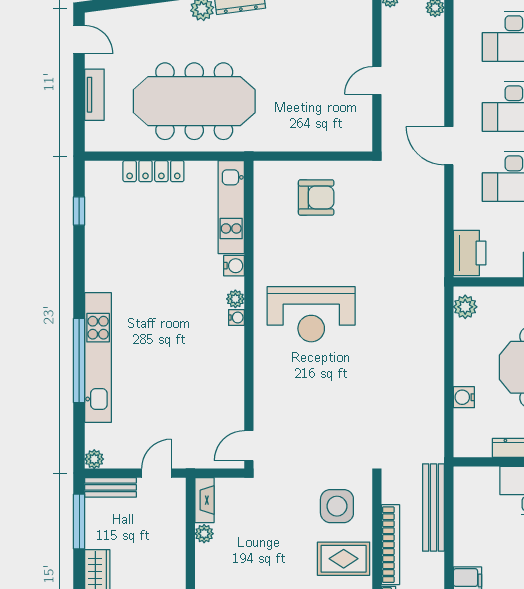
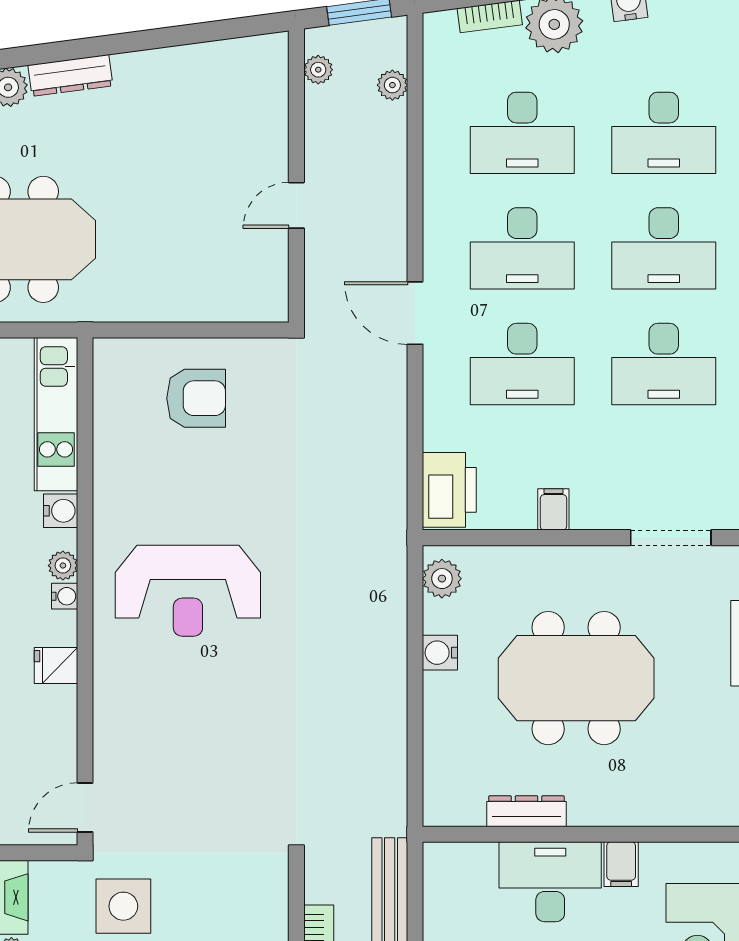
fridge: (231, 360) -> (56, 665), added
water cooler: (464, 397) -> (440, 653), moved
side table: (337, 506) -> (123, 906), moved

